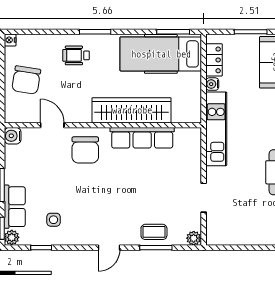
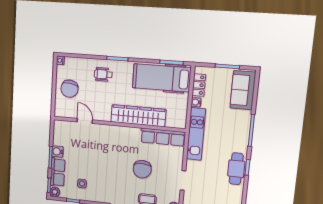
water cooler: (13, 136) -> (57, 152), moved
row of seats: (142, 138) -> (163, 137), moved
chair: (85, 150) -> (142, 169), moved

